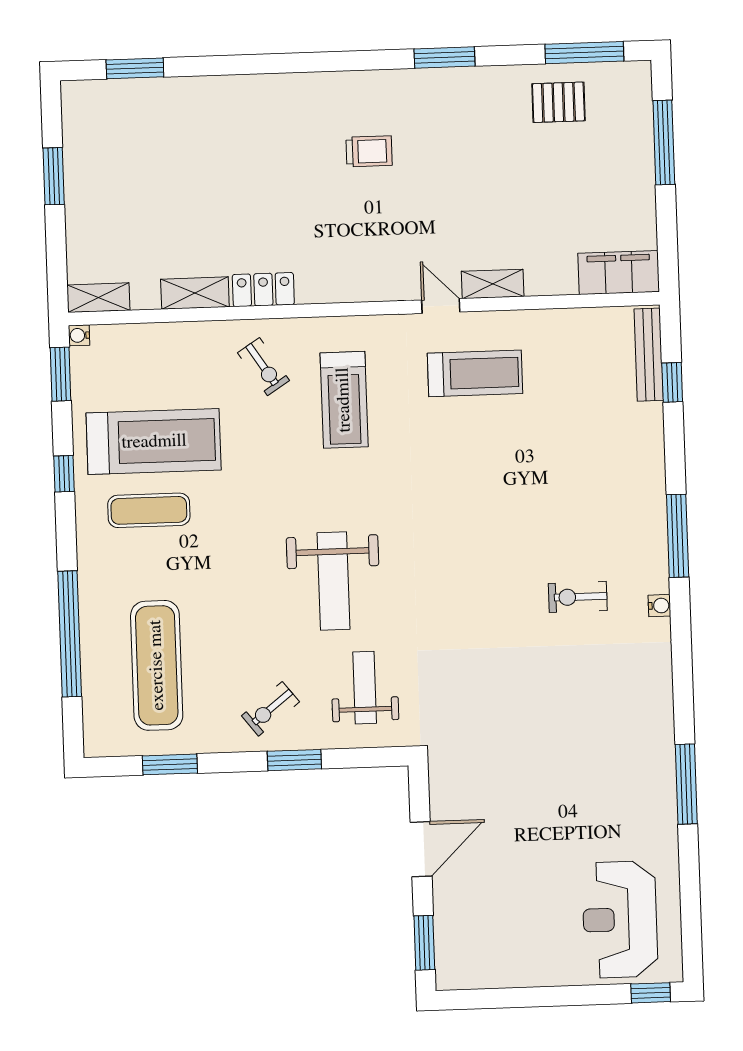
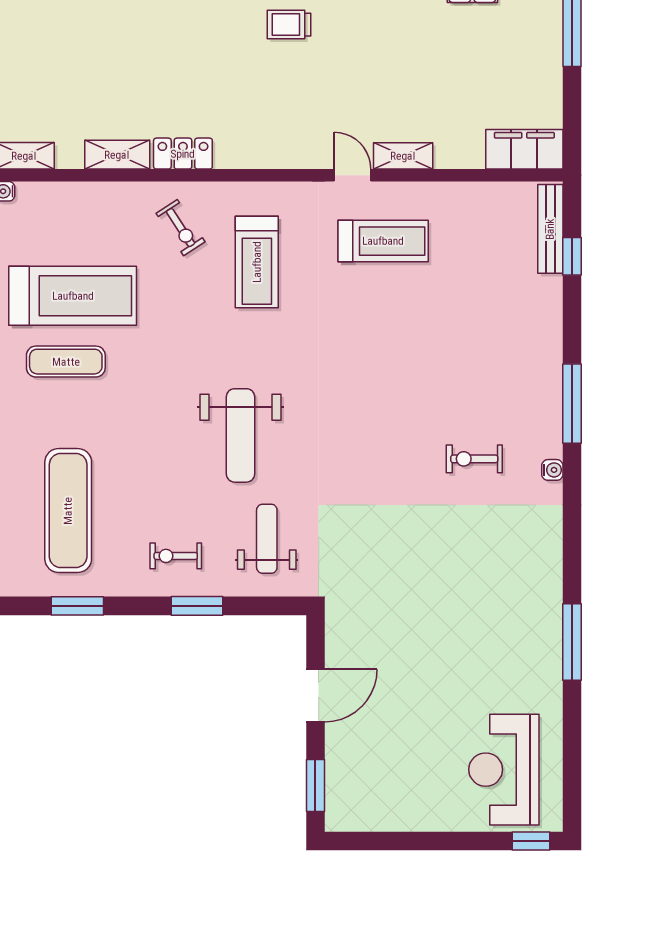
trolley: (369, 151) -> (289, 25), turned 180
exercise bike: (270, 709) -> (176, 556), turned 38

